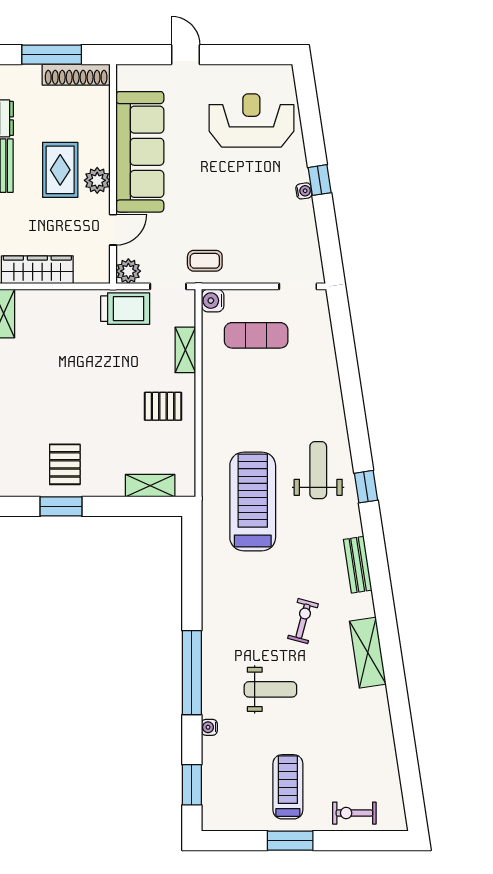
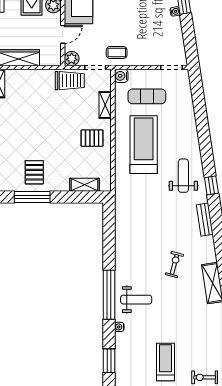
treadmill: (253, 502) -> (144, 145), moved
window: (61, 506) -> (32, 197), width x1.44
bench: (358, 565) -> (205, 220), moved
weight bench: (270, 689) -> (136, 300), moved

